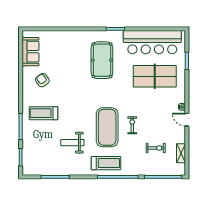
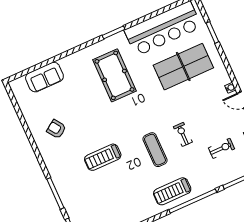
sofa: (30, 52) -> (44, 77), moved, turned 90
treadmill: (43, 113) -> (103, 157), moved
exercise mat: (107, 127) -> (155, 150), width x0.50, depth x0.69
weight bench: (72, 143) -> (123, 185), removed
treadmill: (106, 163) -> (172, 191), turned 180

